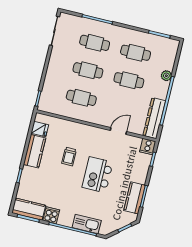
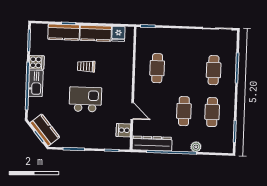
cafe table: (88, 70) -> (185, 69), removed
cooker: (148, 147) -> (123, 130), moved
trolley: (69, 157) -> (86, 66), moved
kitchen counter: (135, 198) -> (45, 130), moved, turned 50
kitchen counter: (29, 209) -> (64, 32), moved, turned 90
kitchen sink: (87, 224) -> (36, 83), moved

